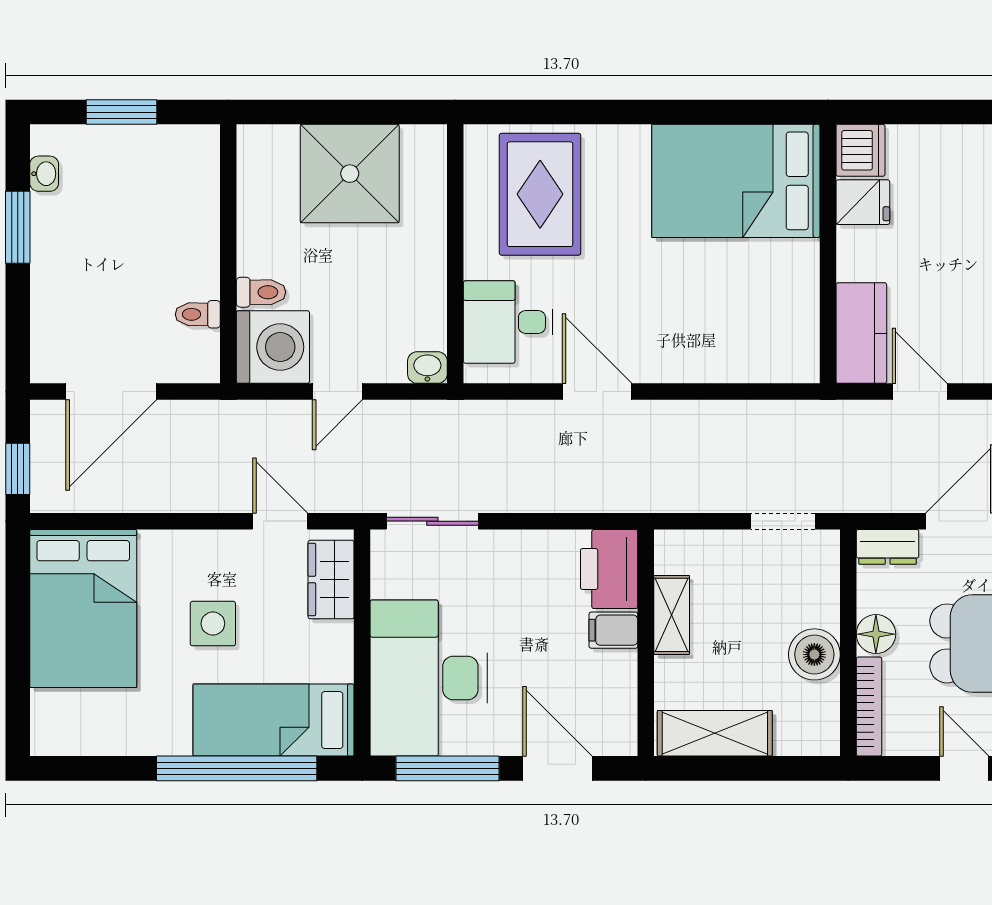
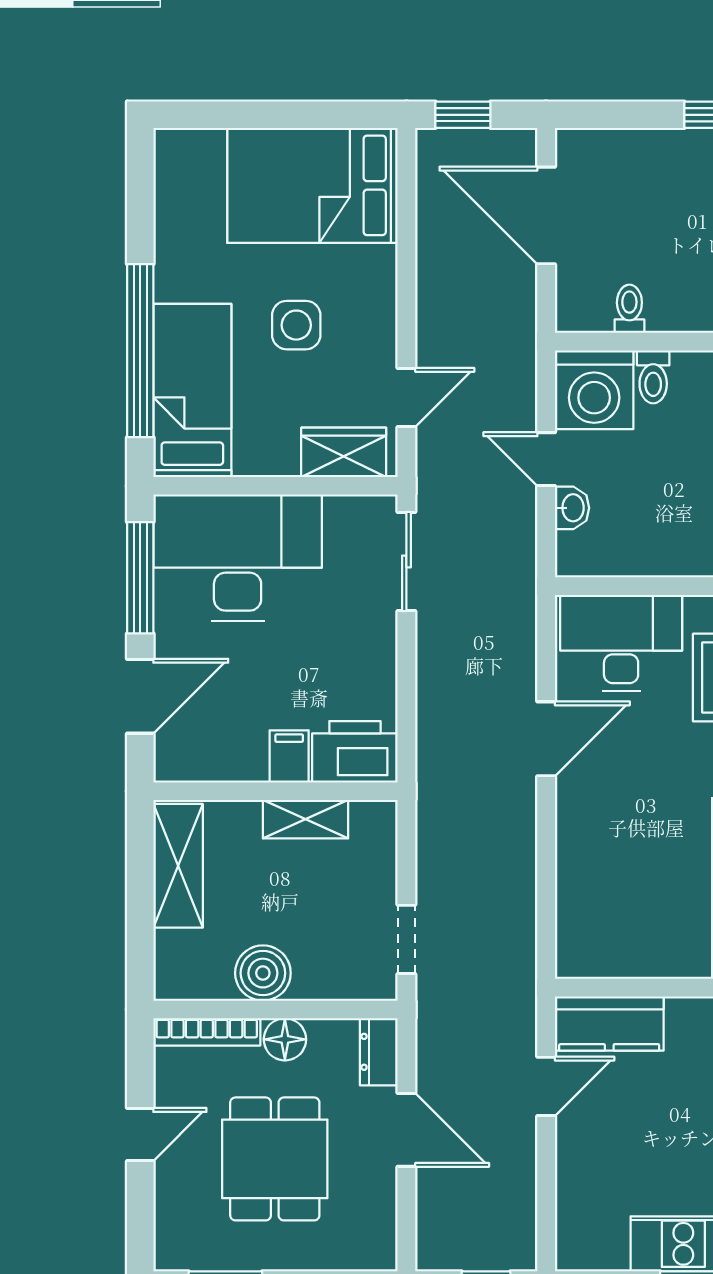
desk: (508, 322) -> (621, 643), width x1.37
washbasin: (427, 368) -> (572, 508), moved

